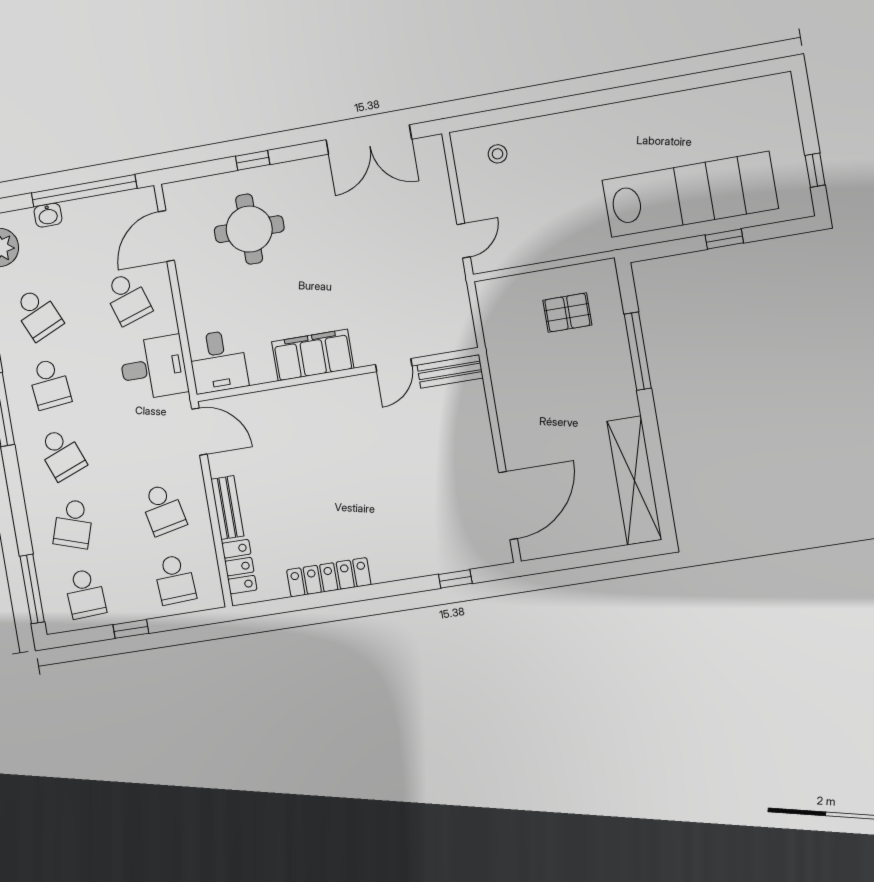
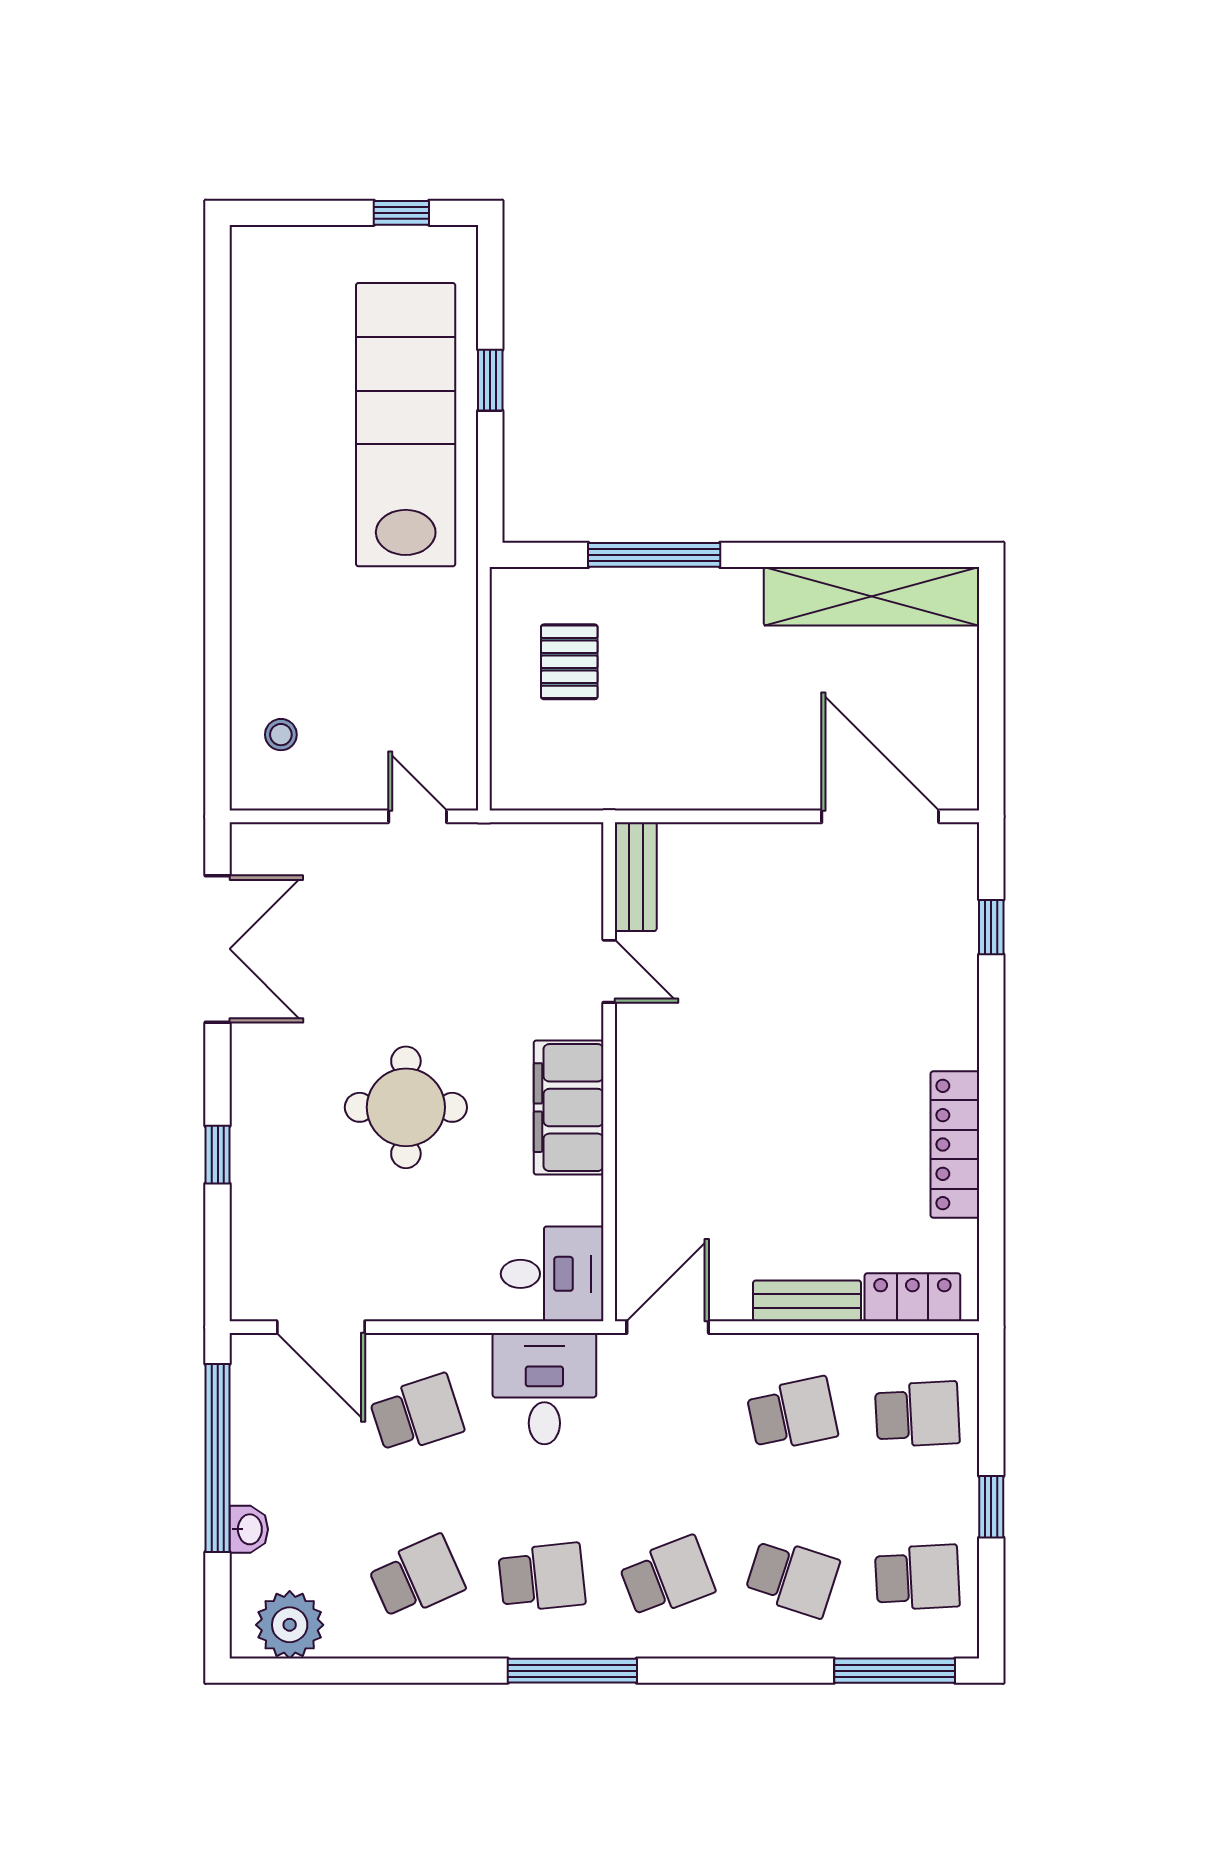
round table: (249, 229) -> (406, 1107), moved

